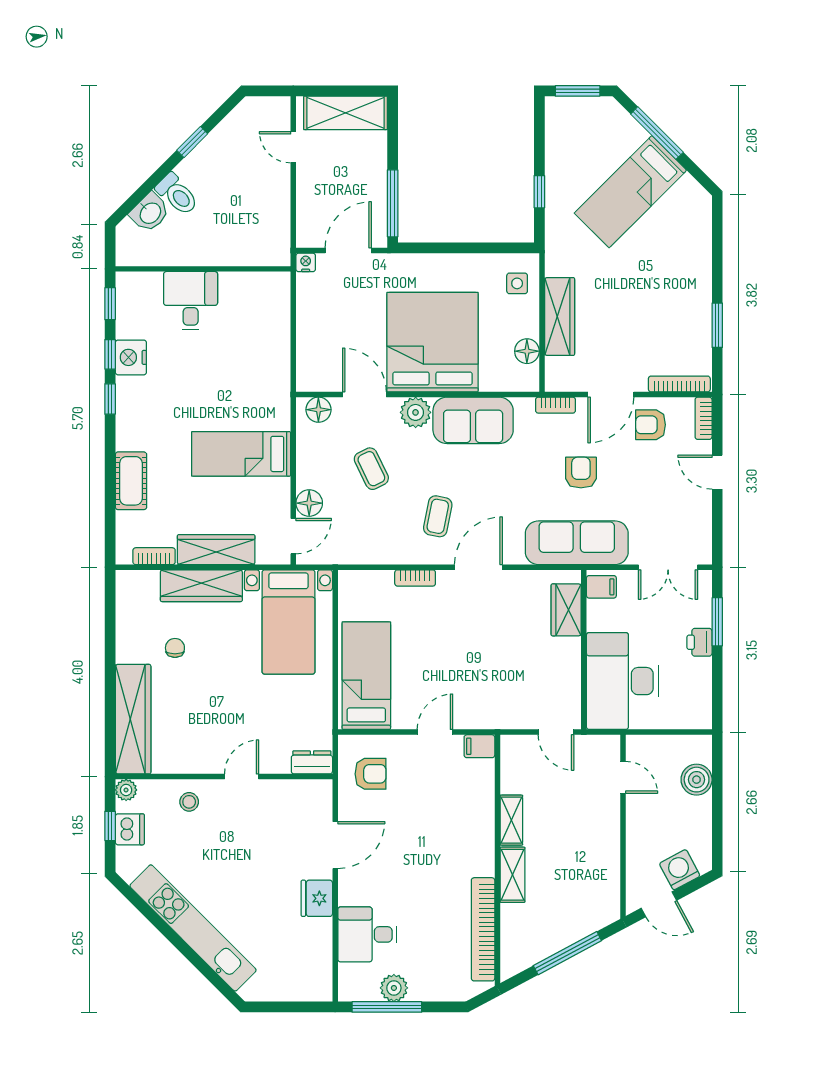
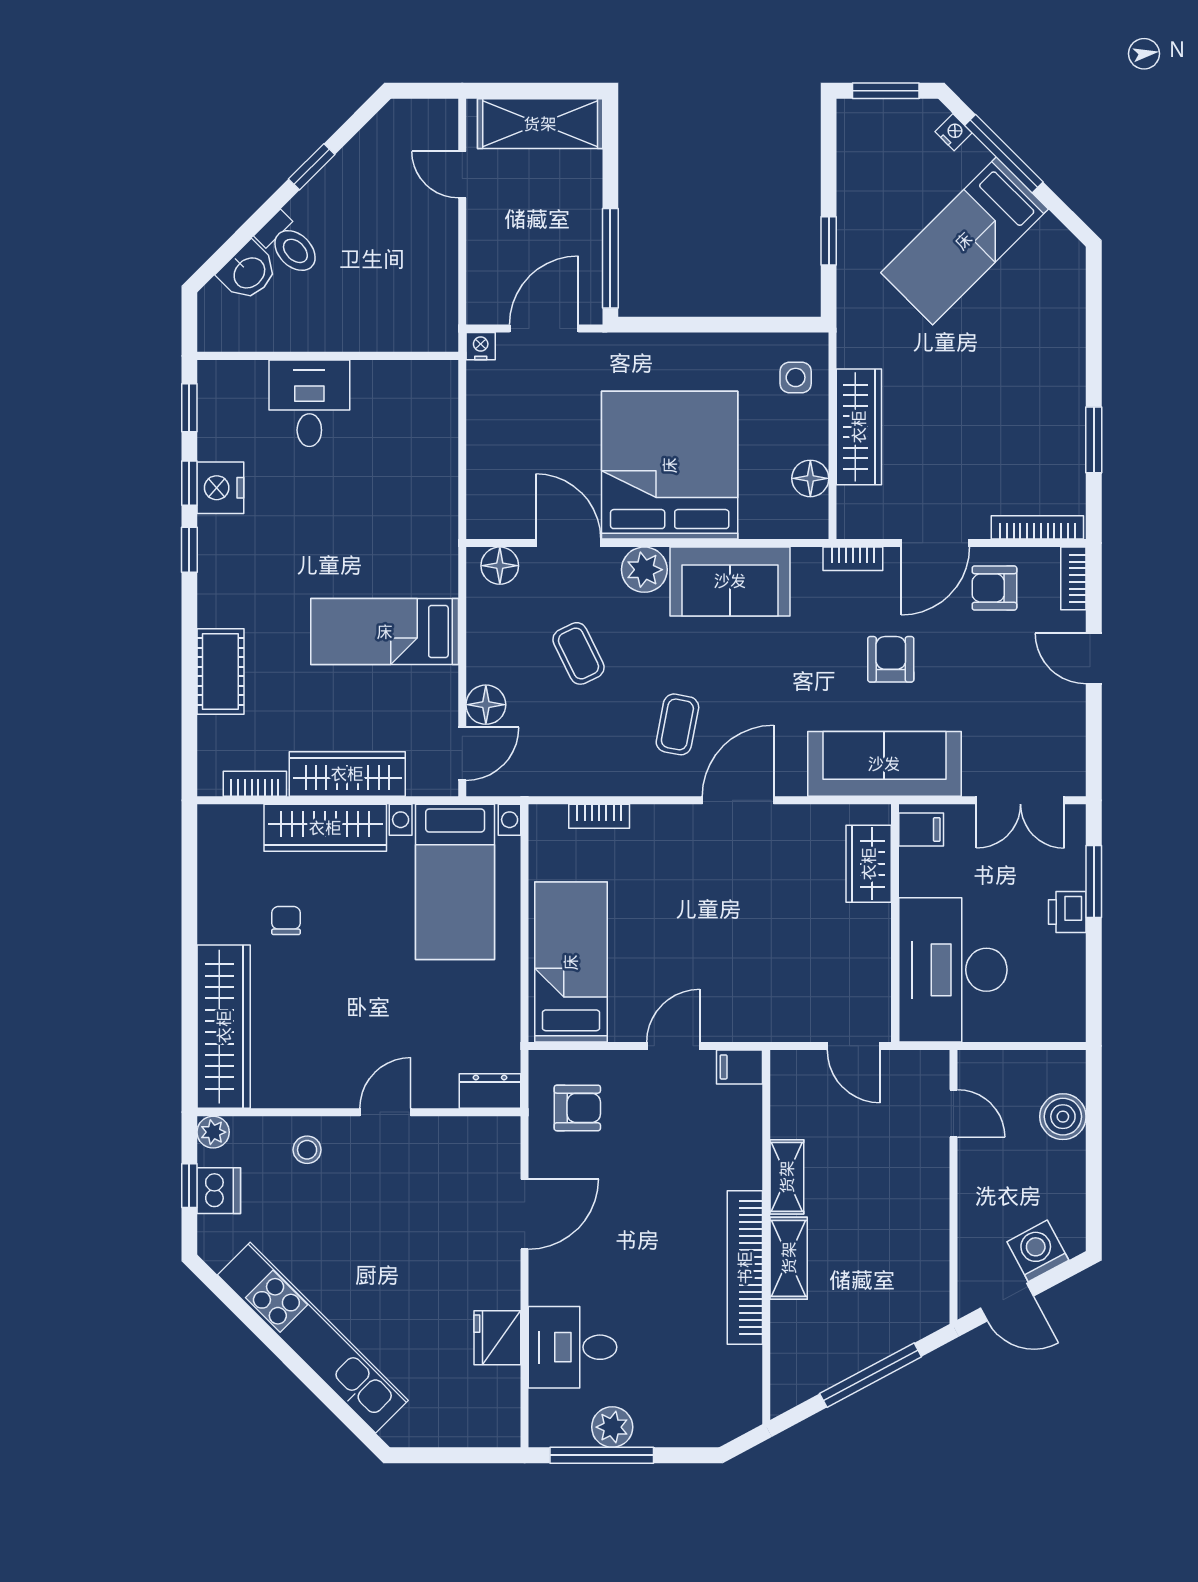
nightstand: (623, 119) -> (953, 132), added
bookcase: (415, 578) -> (599, 816), moved
fridge: (317, 898) -> (497, 1338), moved
bookcase: (483, 929) -> (745, 1268), moved

